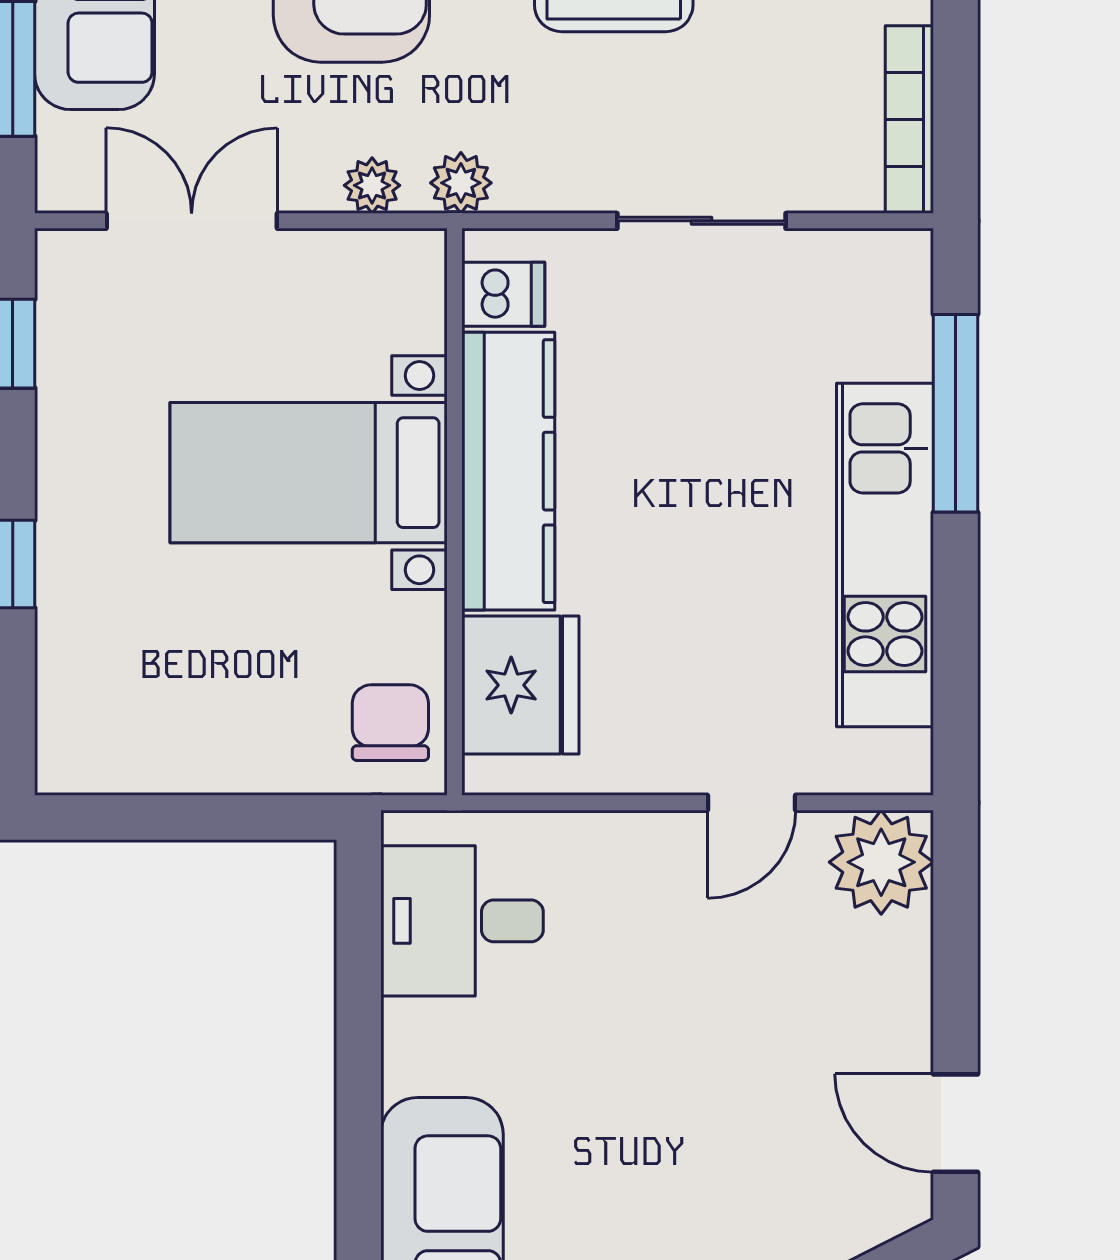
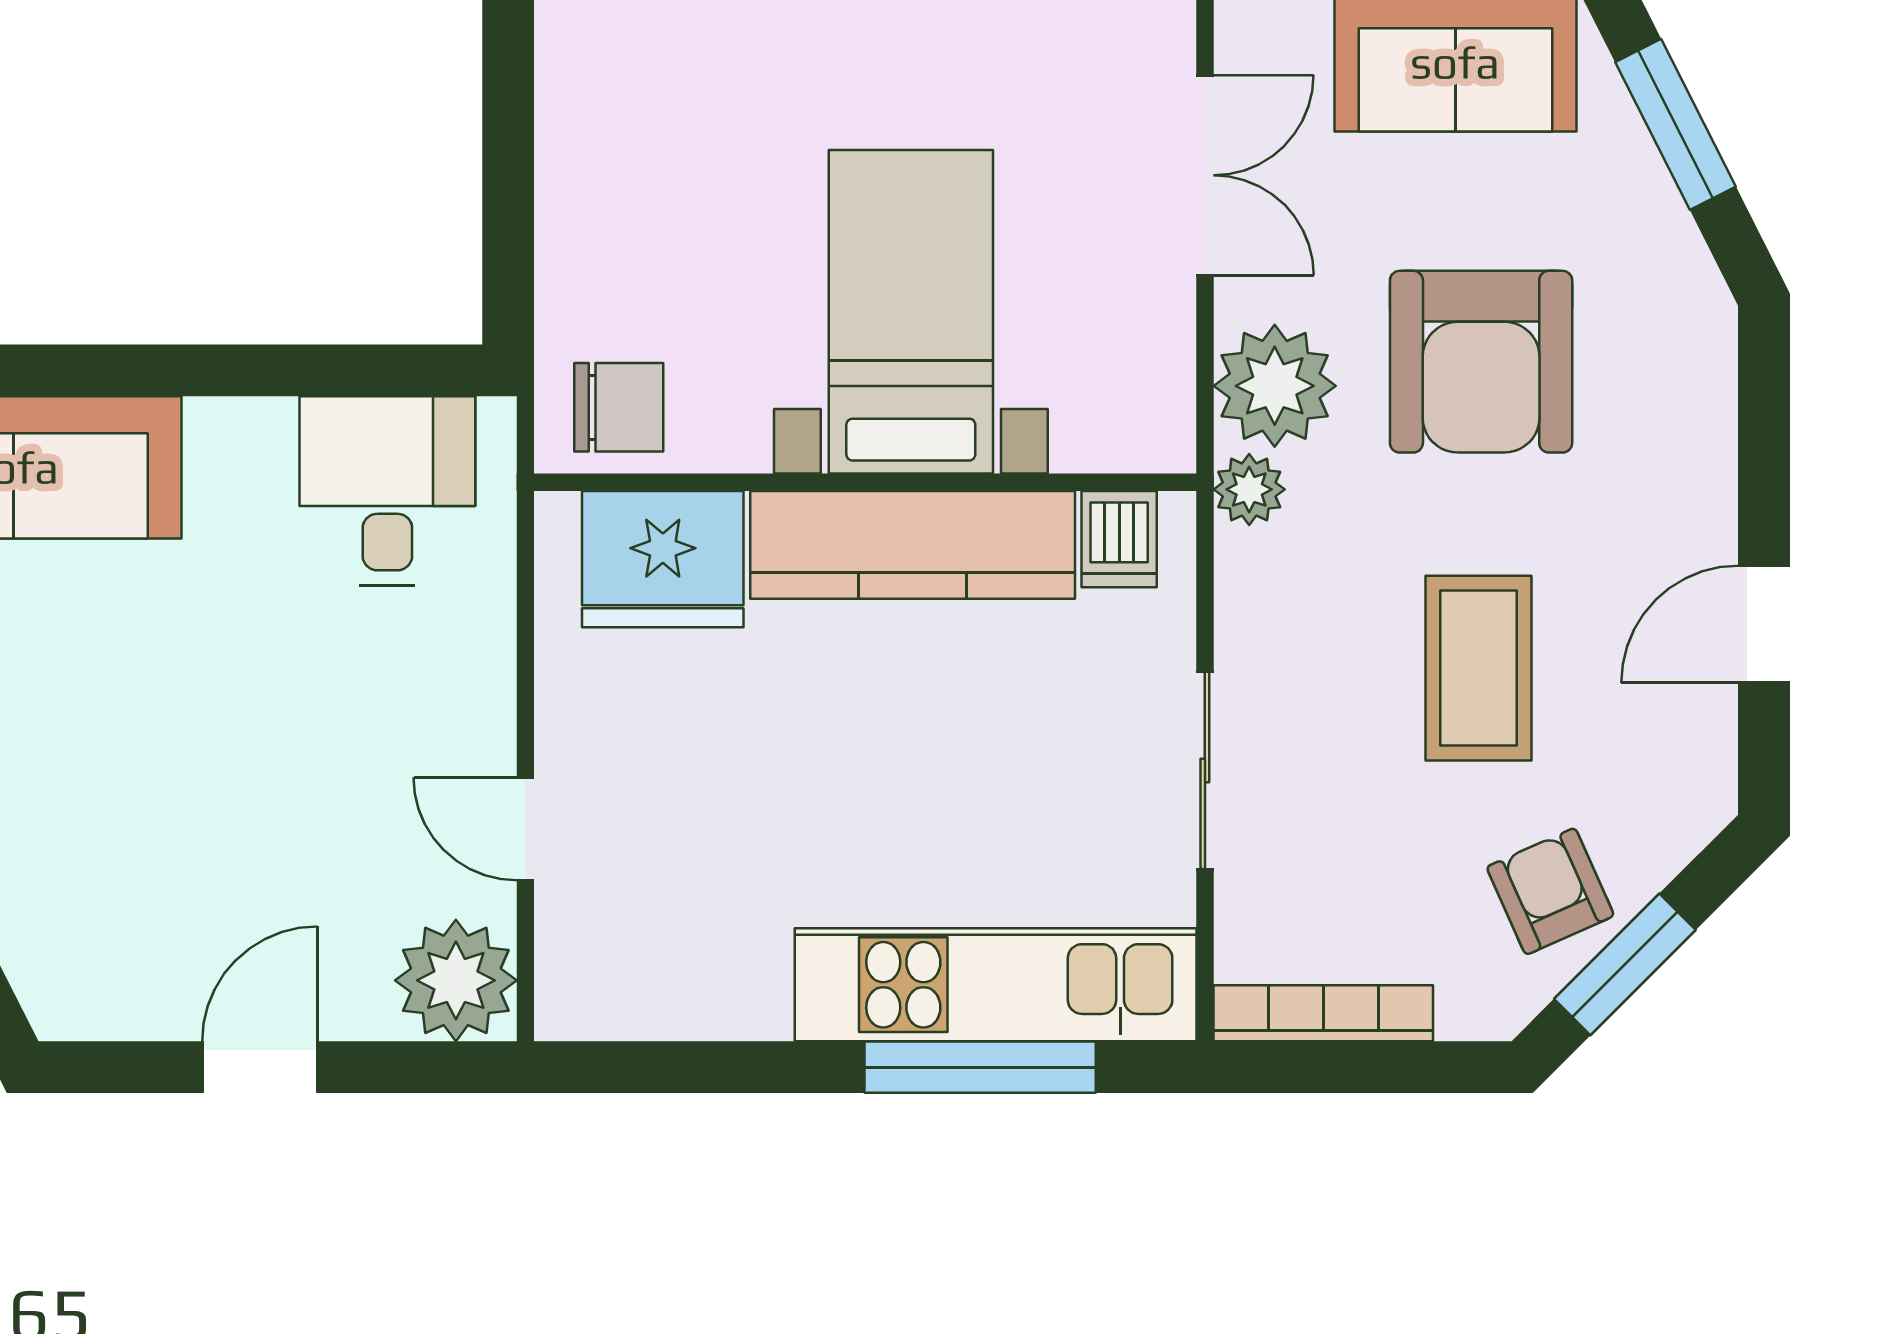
plant: (372, 185) -> (1275, 386), width x1.87, depth x1.87
kitchen unit: (885, 555) -> (996, 985), moved
door: (955, 1123) -> (260, 1067), moved

